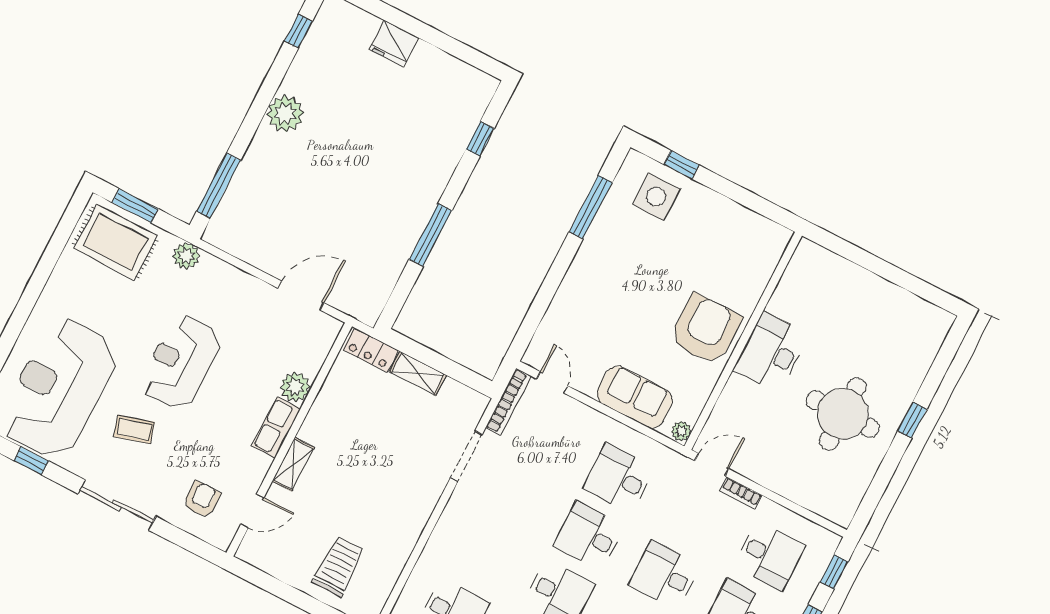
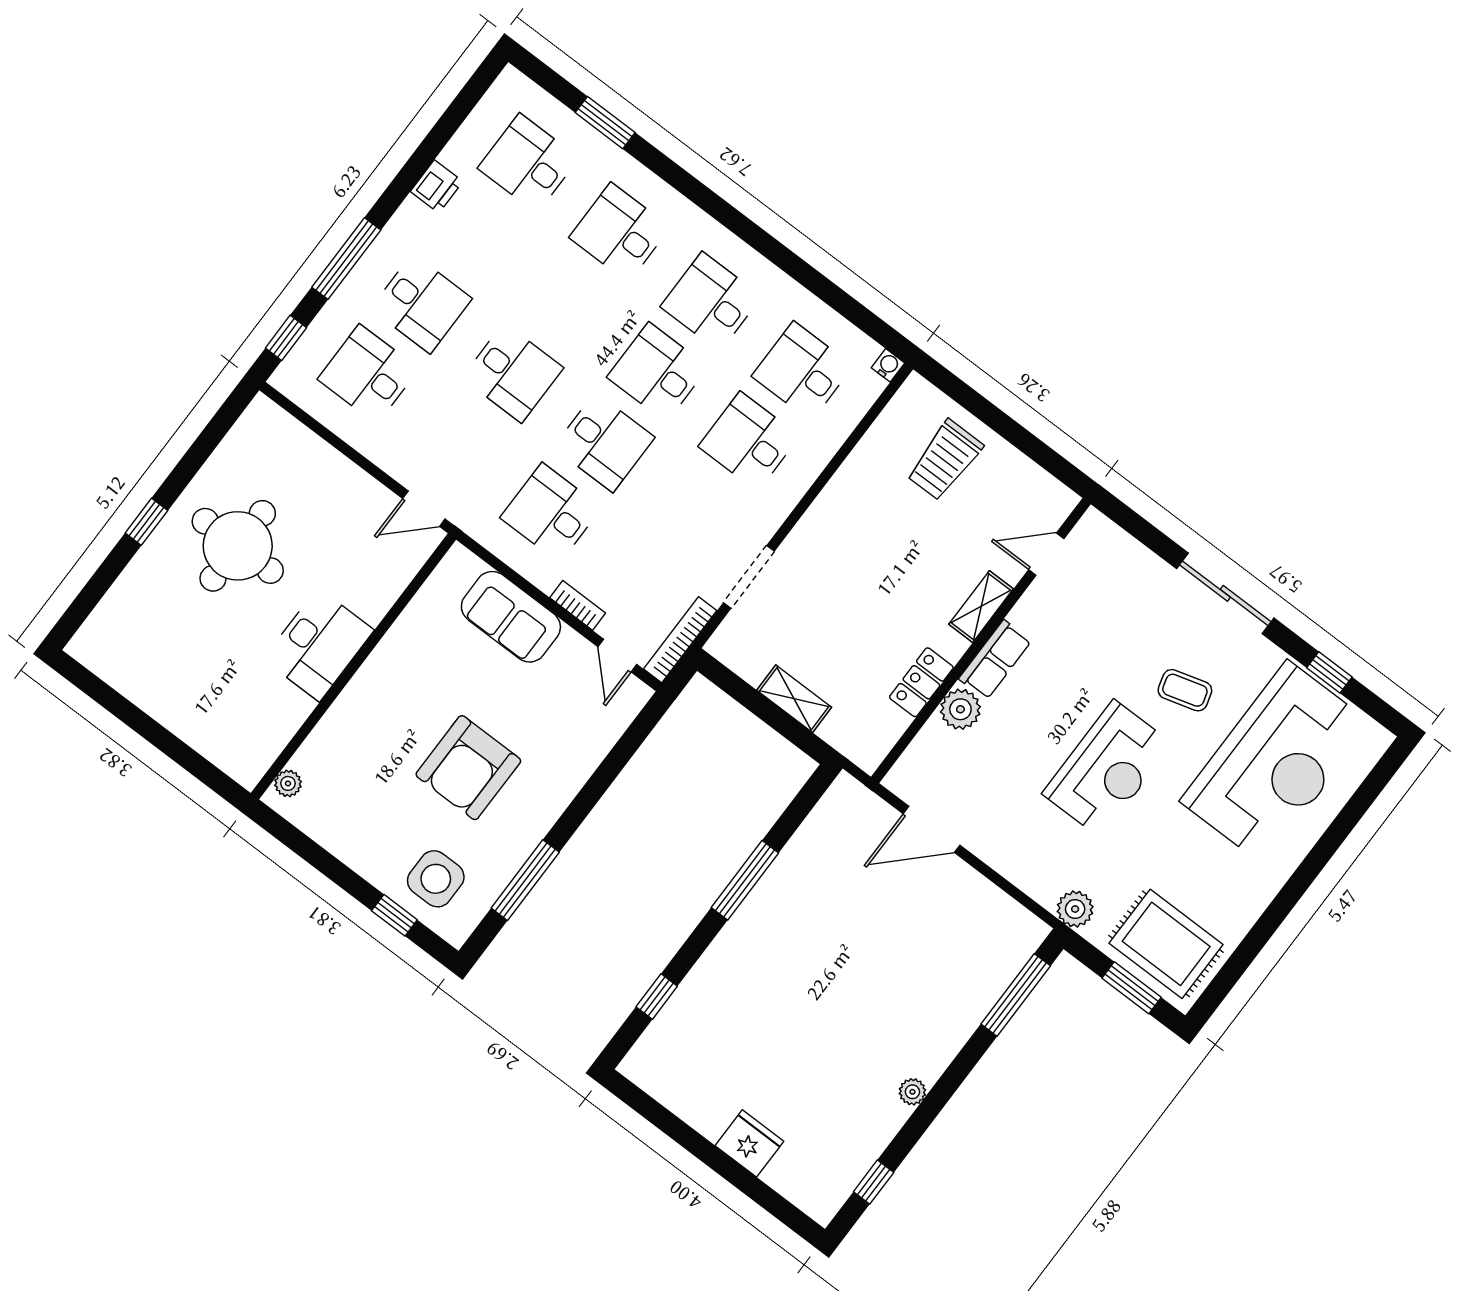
plant: (285, 114) -> (912, 1092), width x0.53, depth x0.53
armchair: (705, 329) -> (468, 768), moved
locker: (370, 350) -> (921, 682), moved, turned -90
plant: (681, 431) -> (288, 783), moved
desk: (619, 478) -> (551, 513), turned 180
bookcase: (741, 493) -> (578, 605), moved
armchair: (202, 499) -> (1111, 581), removed
desk: (484, 555) -> (749, 441), added

